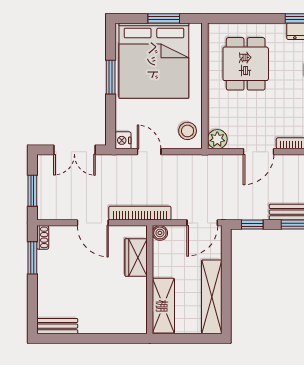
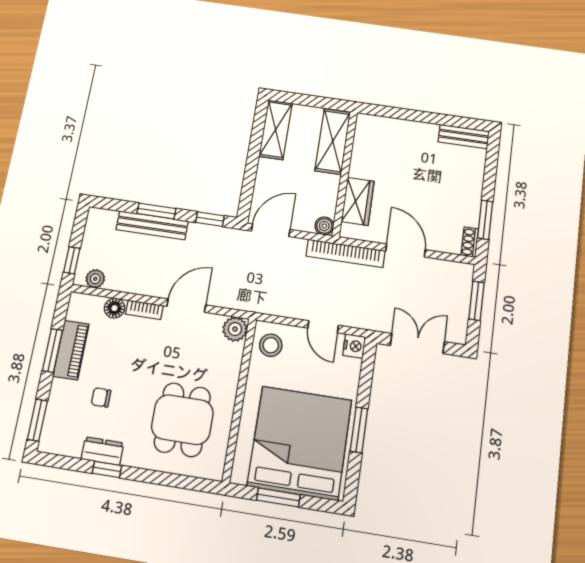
shelving: (212, 297) -> (276, 130), width x0.68

